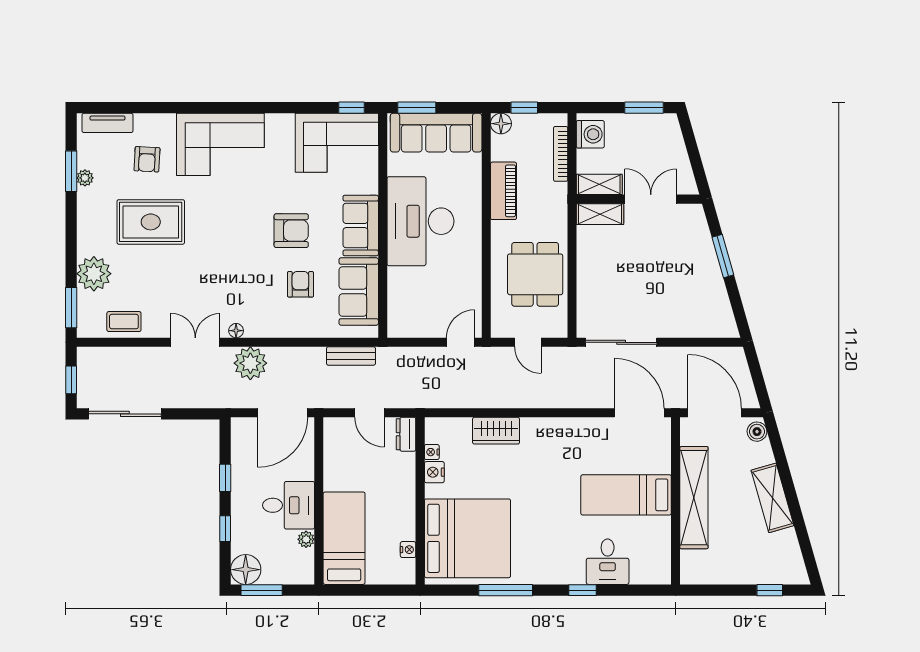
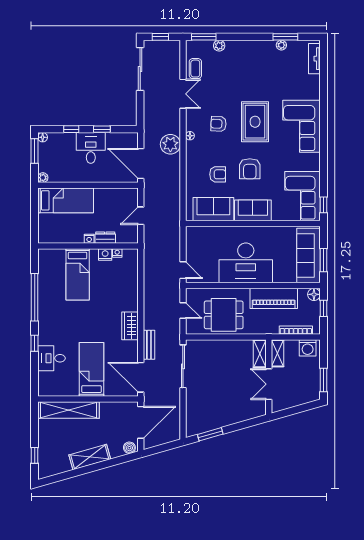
window: (417, 108) -> (323, 260), moved
armchair: (147, 159) -> (218, 124), moved
piano: (504, 191) -> (274, 298), width x1.37, depth x1.33
double door: (651, 199) -> (269, 384), swing flipped
desk: (420, 221) -> (246, 263), moved, turned 180
rug: (151, 222) -> (255, 122), moved
window: (723, 256) -> (210, 434), moved
plant: (94, 274) -> (219, 46), width x0.53, depth x0.53
double door: (195, 342) -> (183, 94), moved
door: (528, 342) -> (183, 310), swing flipped
bench: (351, 356) -> (149, 345), moved
door: (639, 413) -> (141, 377), swing flipped
wardrobe: (496, 431) -> (130, 326), moved
dresser: (406, 434) -> (105, 238), moved
shelving: (694, 498) -> (68, 410), moved
desk: (289, 505) -> (91, 148), moved, turned 180
bed: (467, 538) -> (78, 274), width x0.49
plant: (306, 539) -> (43, 178), moved
nightstand: (408, 550) -> (89, 239), moved
floor lamp: (246, 570) -> (43, 137), width x0.53, depth x0.53
window: (506, 590) -> (35, 297), width x1.46

